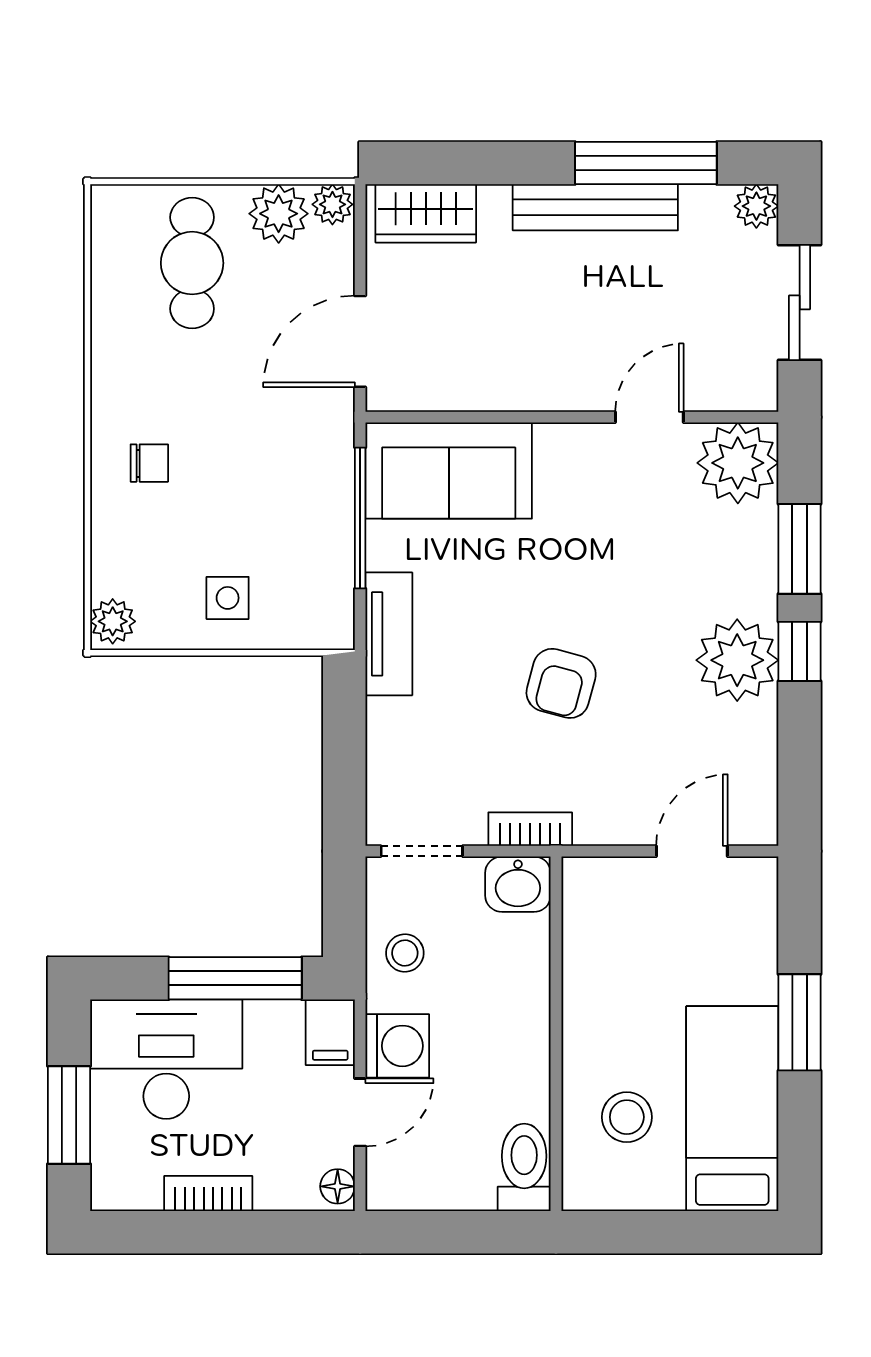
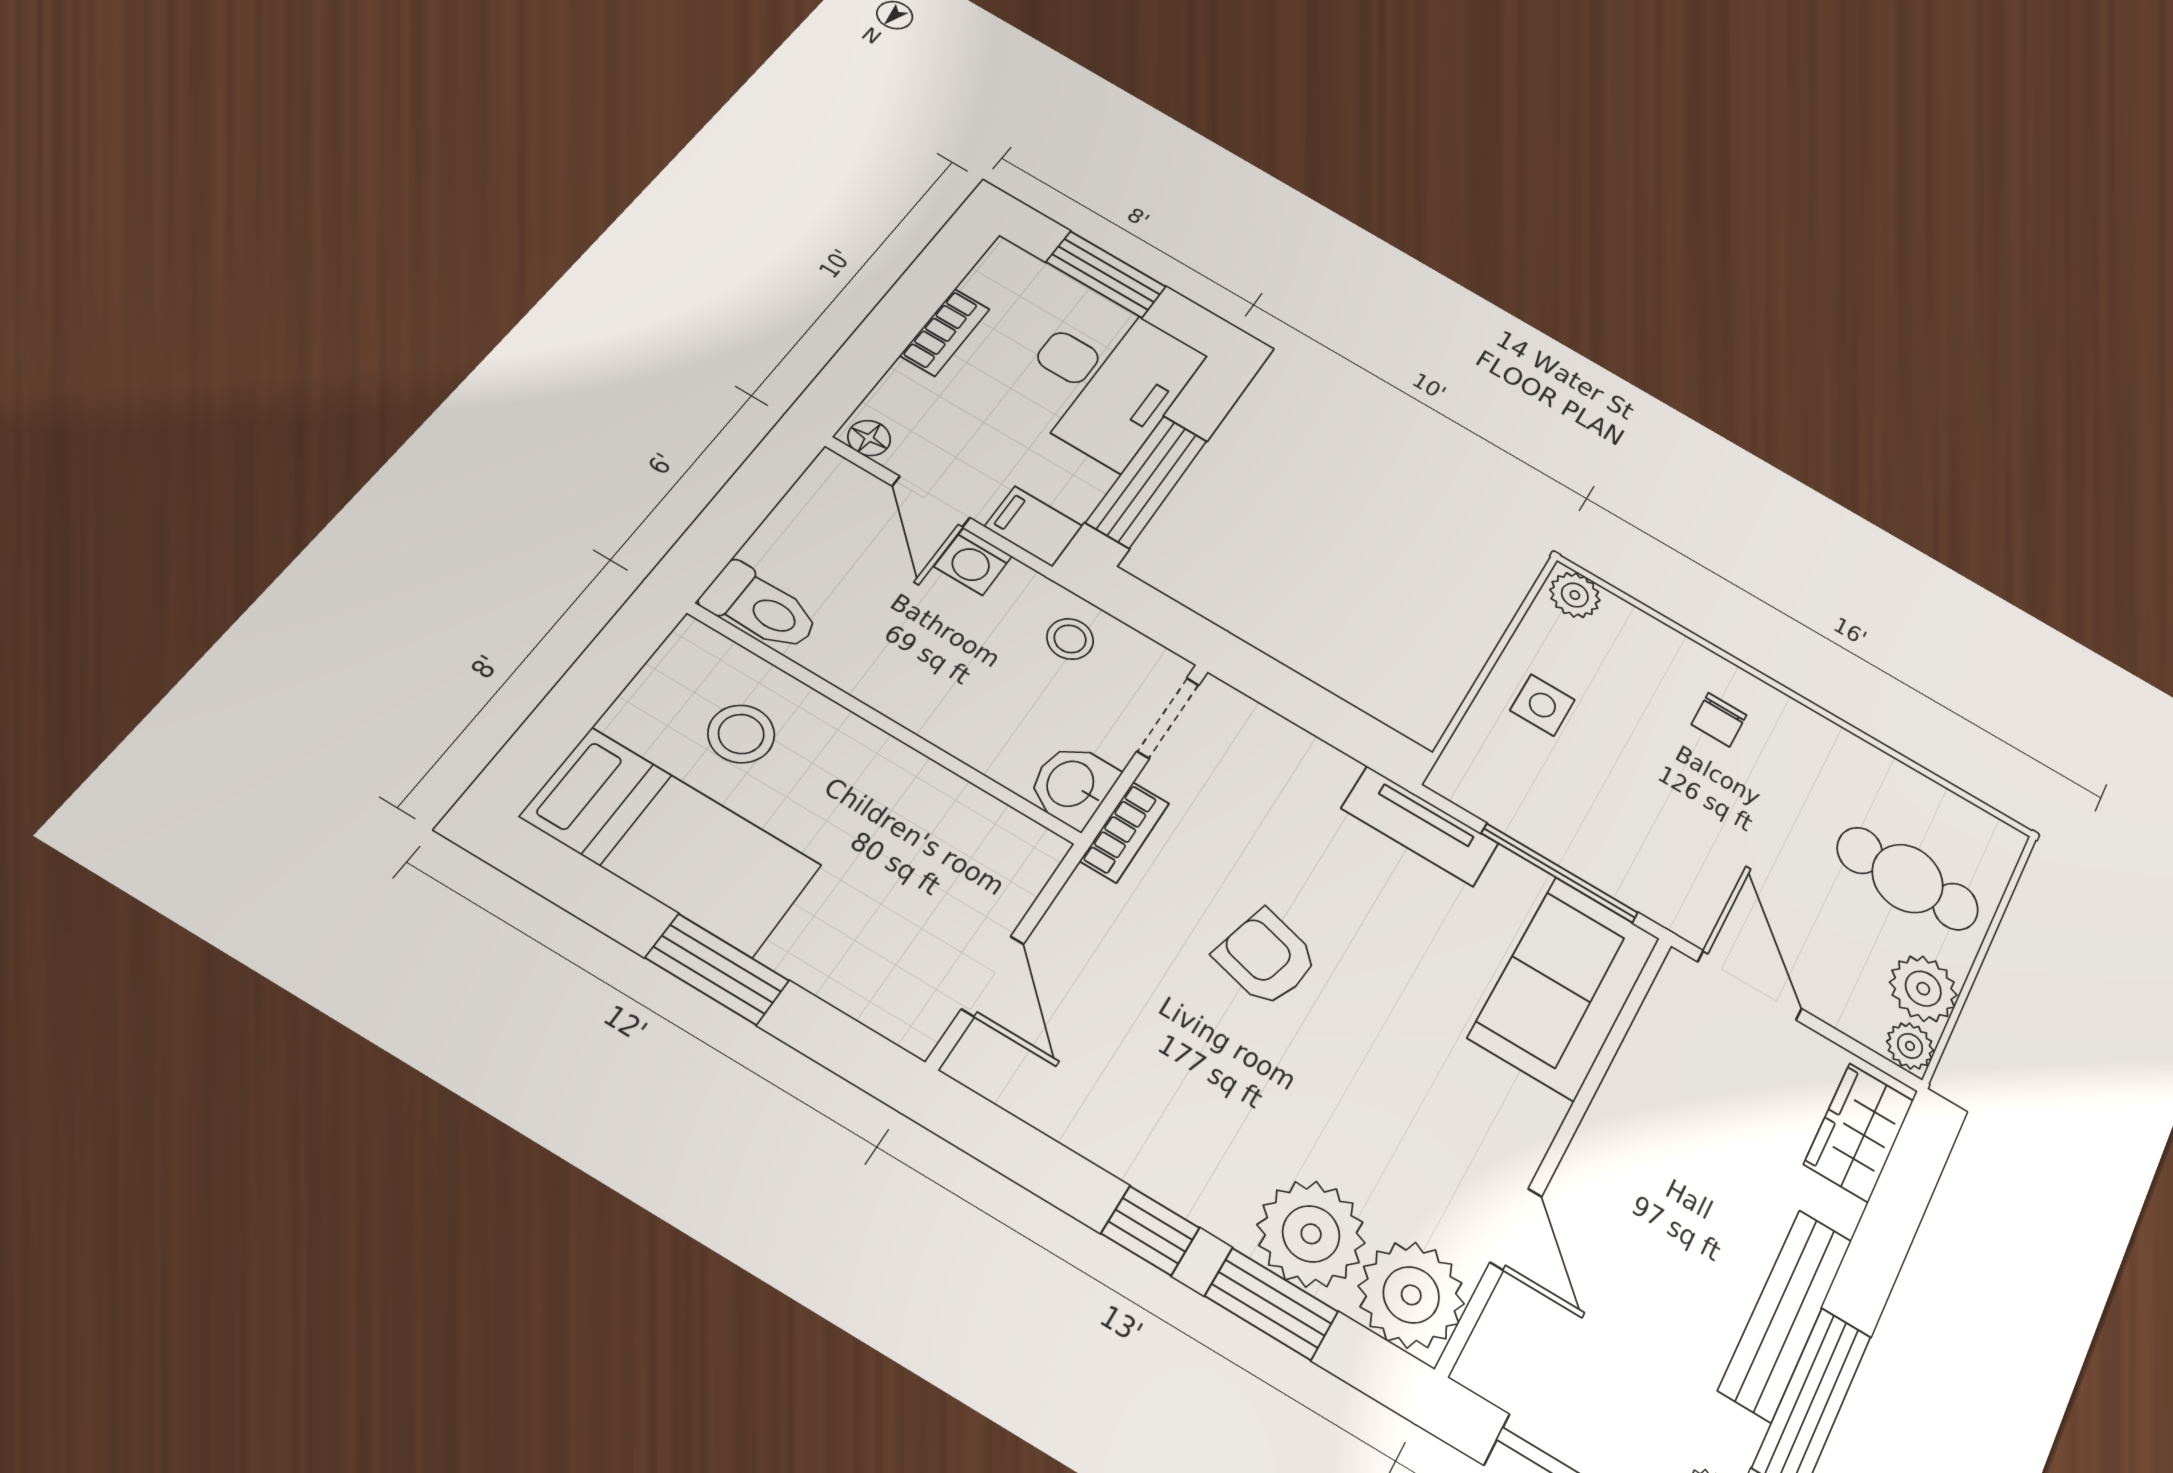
plant: (737, 660) -> (1311, 1234), moved
washing machine: (397, 1046) -> (973, 561), width x0.73, depth x0.73

